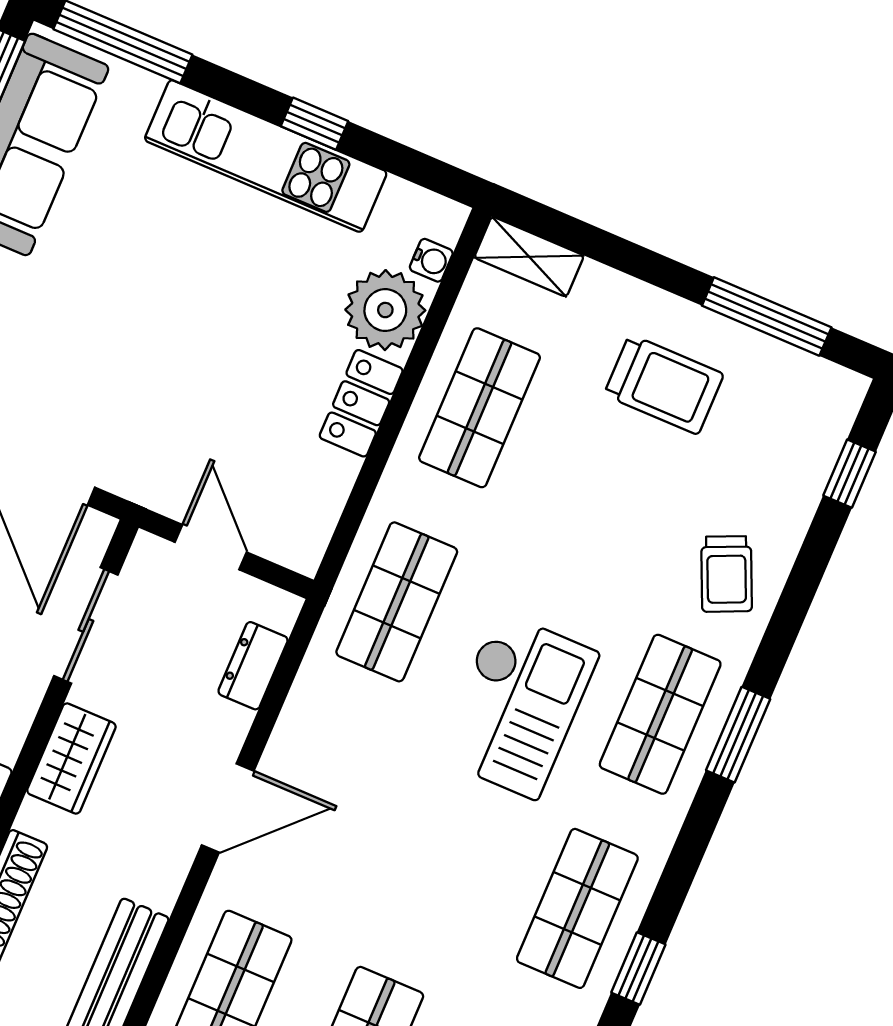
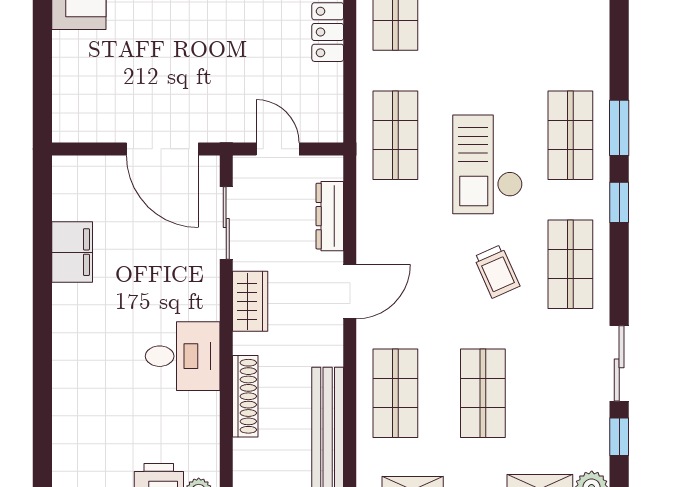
trolley: (727, 574) -> (497, 271), moved
dresser: (253, 666) -> (330, 216), width x1.44
checkout: (517, 705) -> (488, 164), turned 180
window: (638, 968) -> (619, 202), moved

